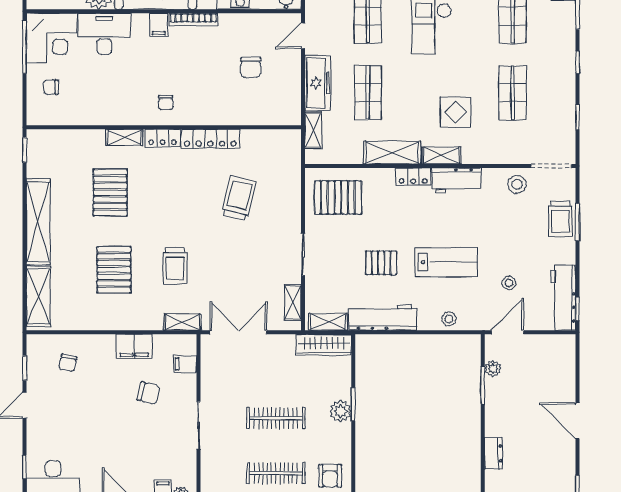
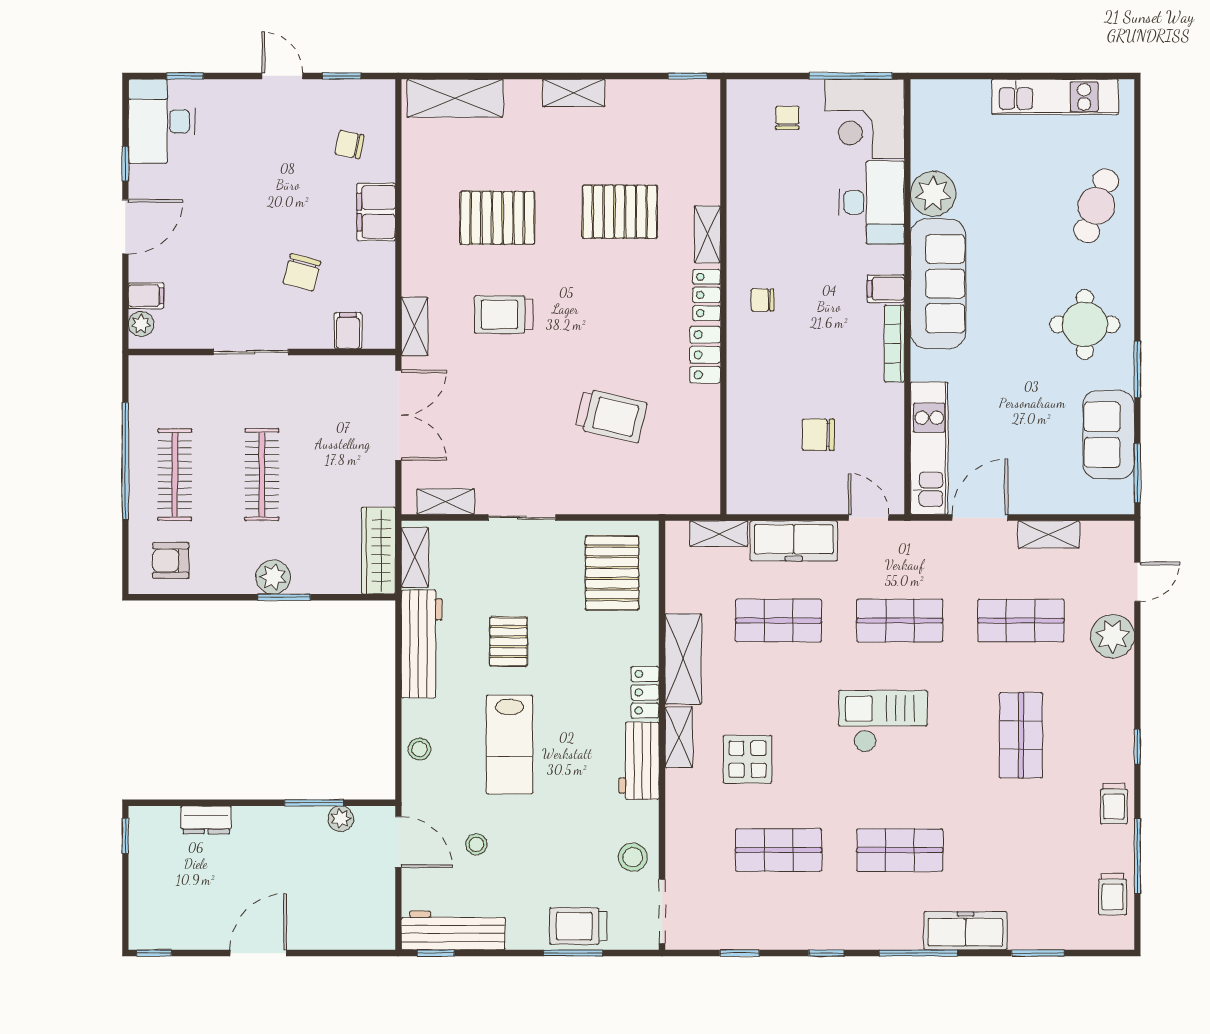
locker: (210, 139) -> (705, 355), width x0.66
shelving: (38, 222) -> (574, 93), width x0.45, depth x0.75
filing cabinet: (134, 346) -> (376, 212), moved

